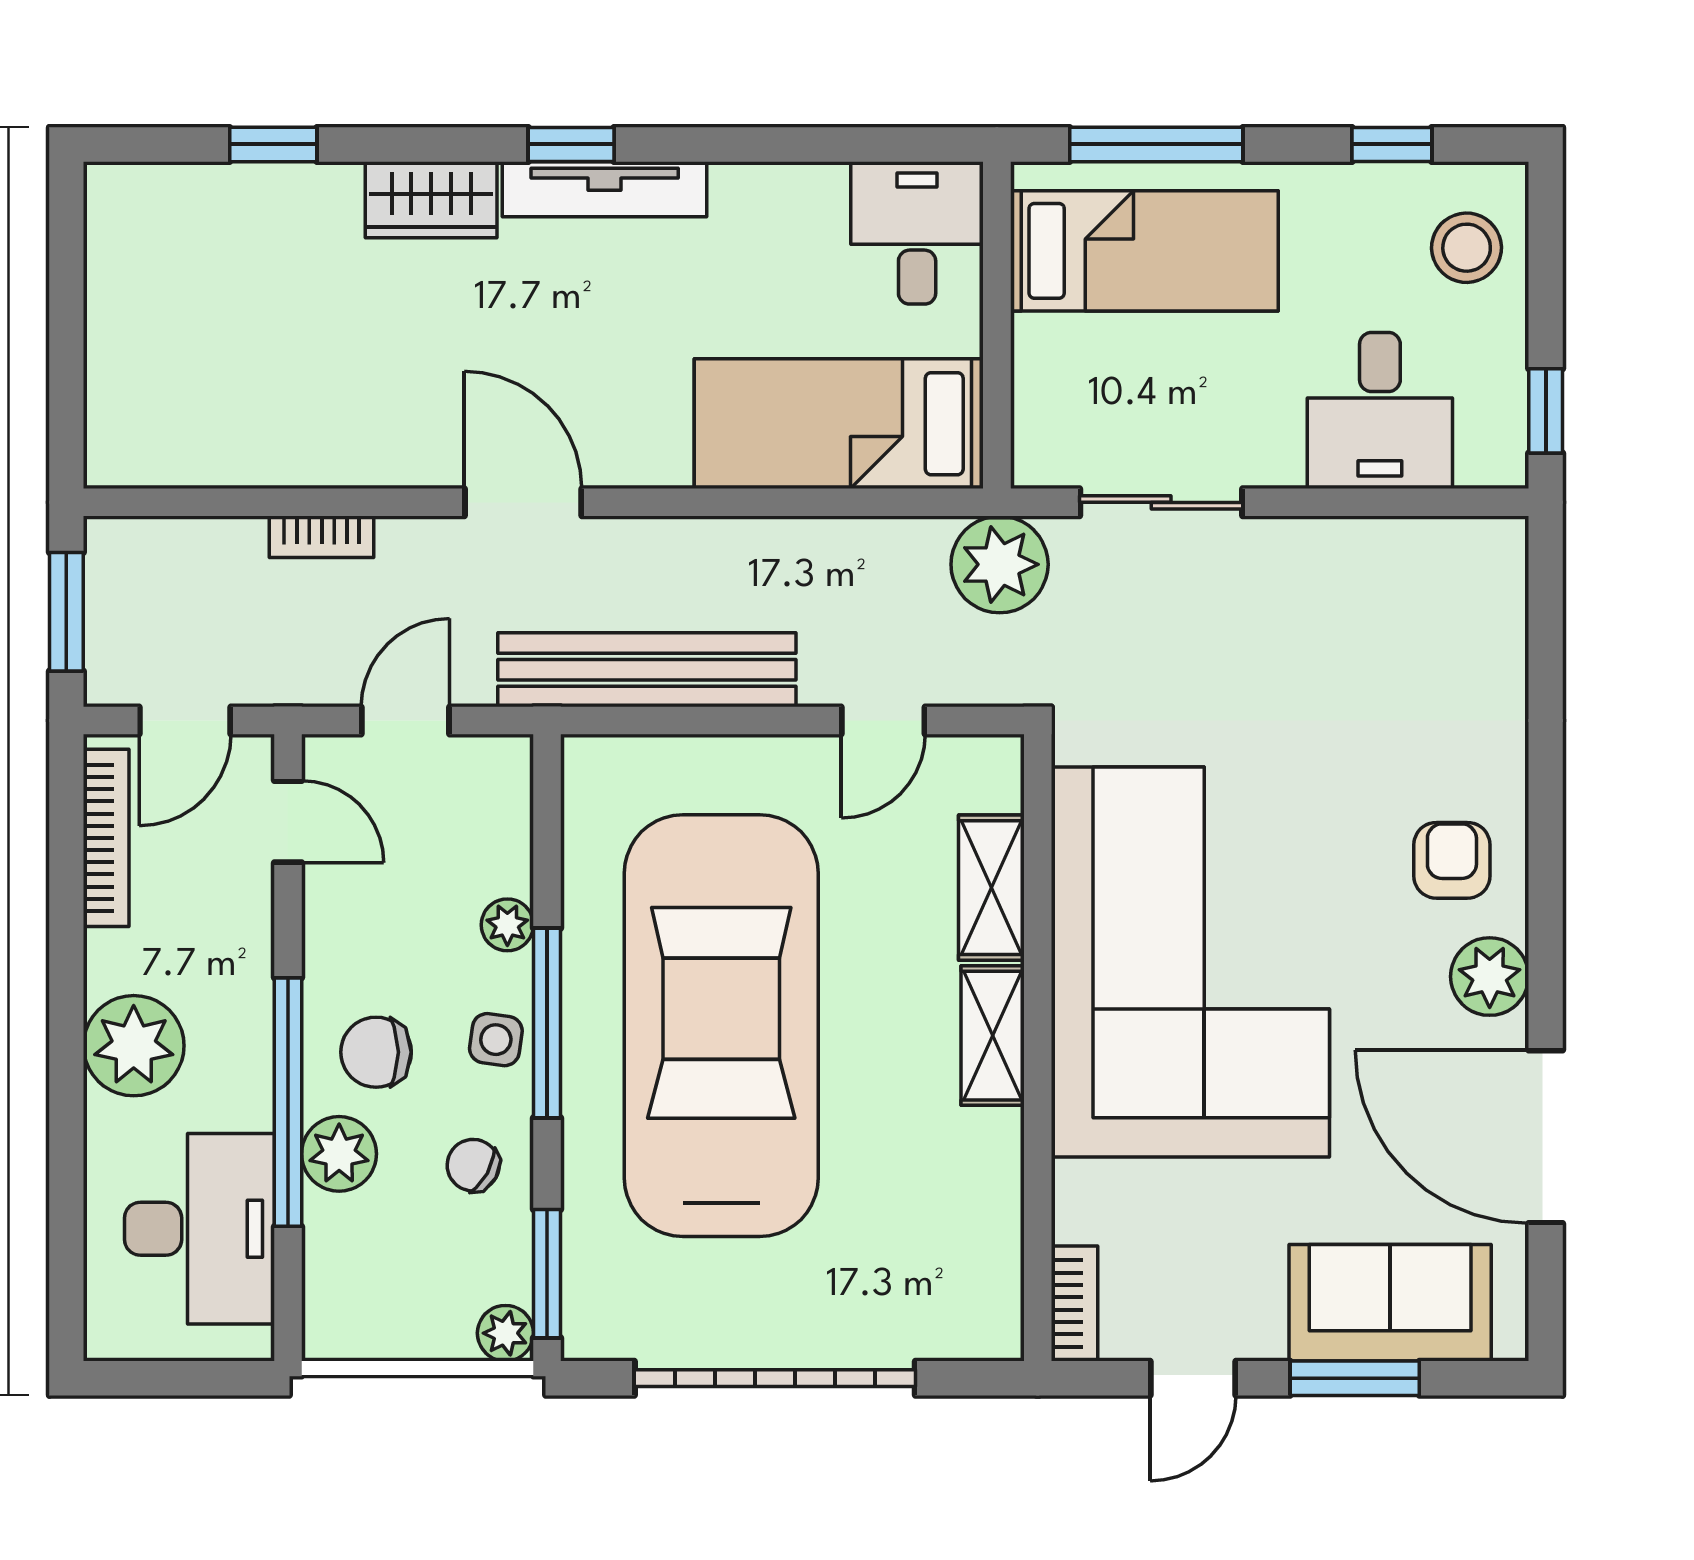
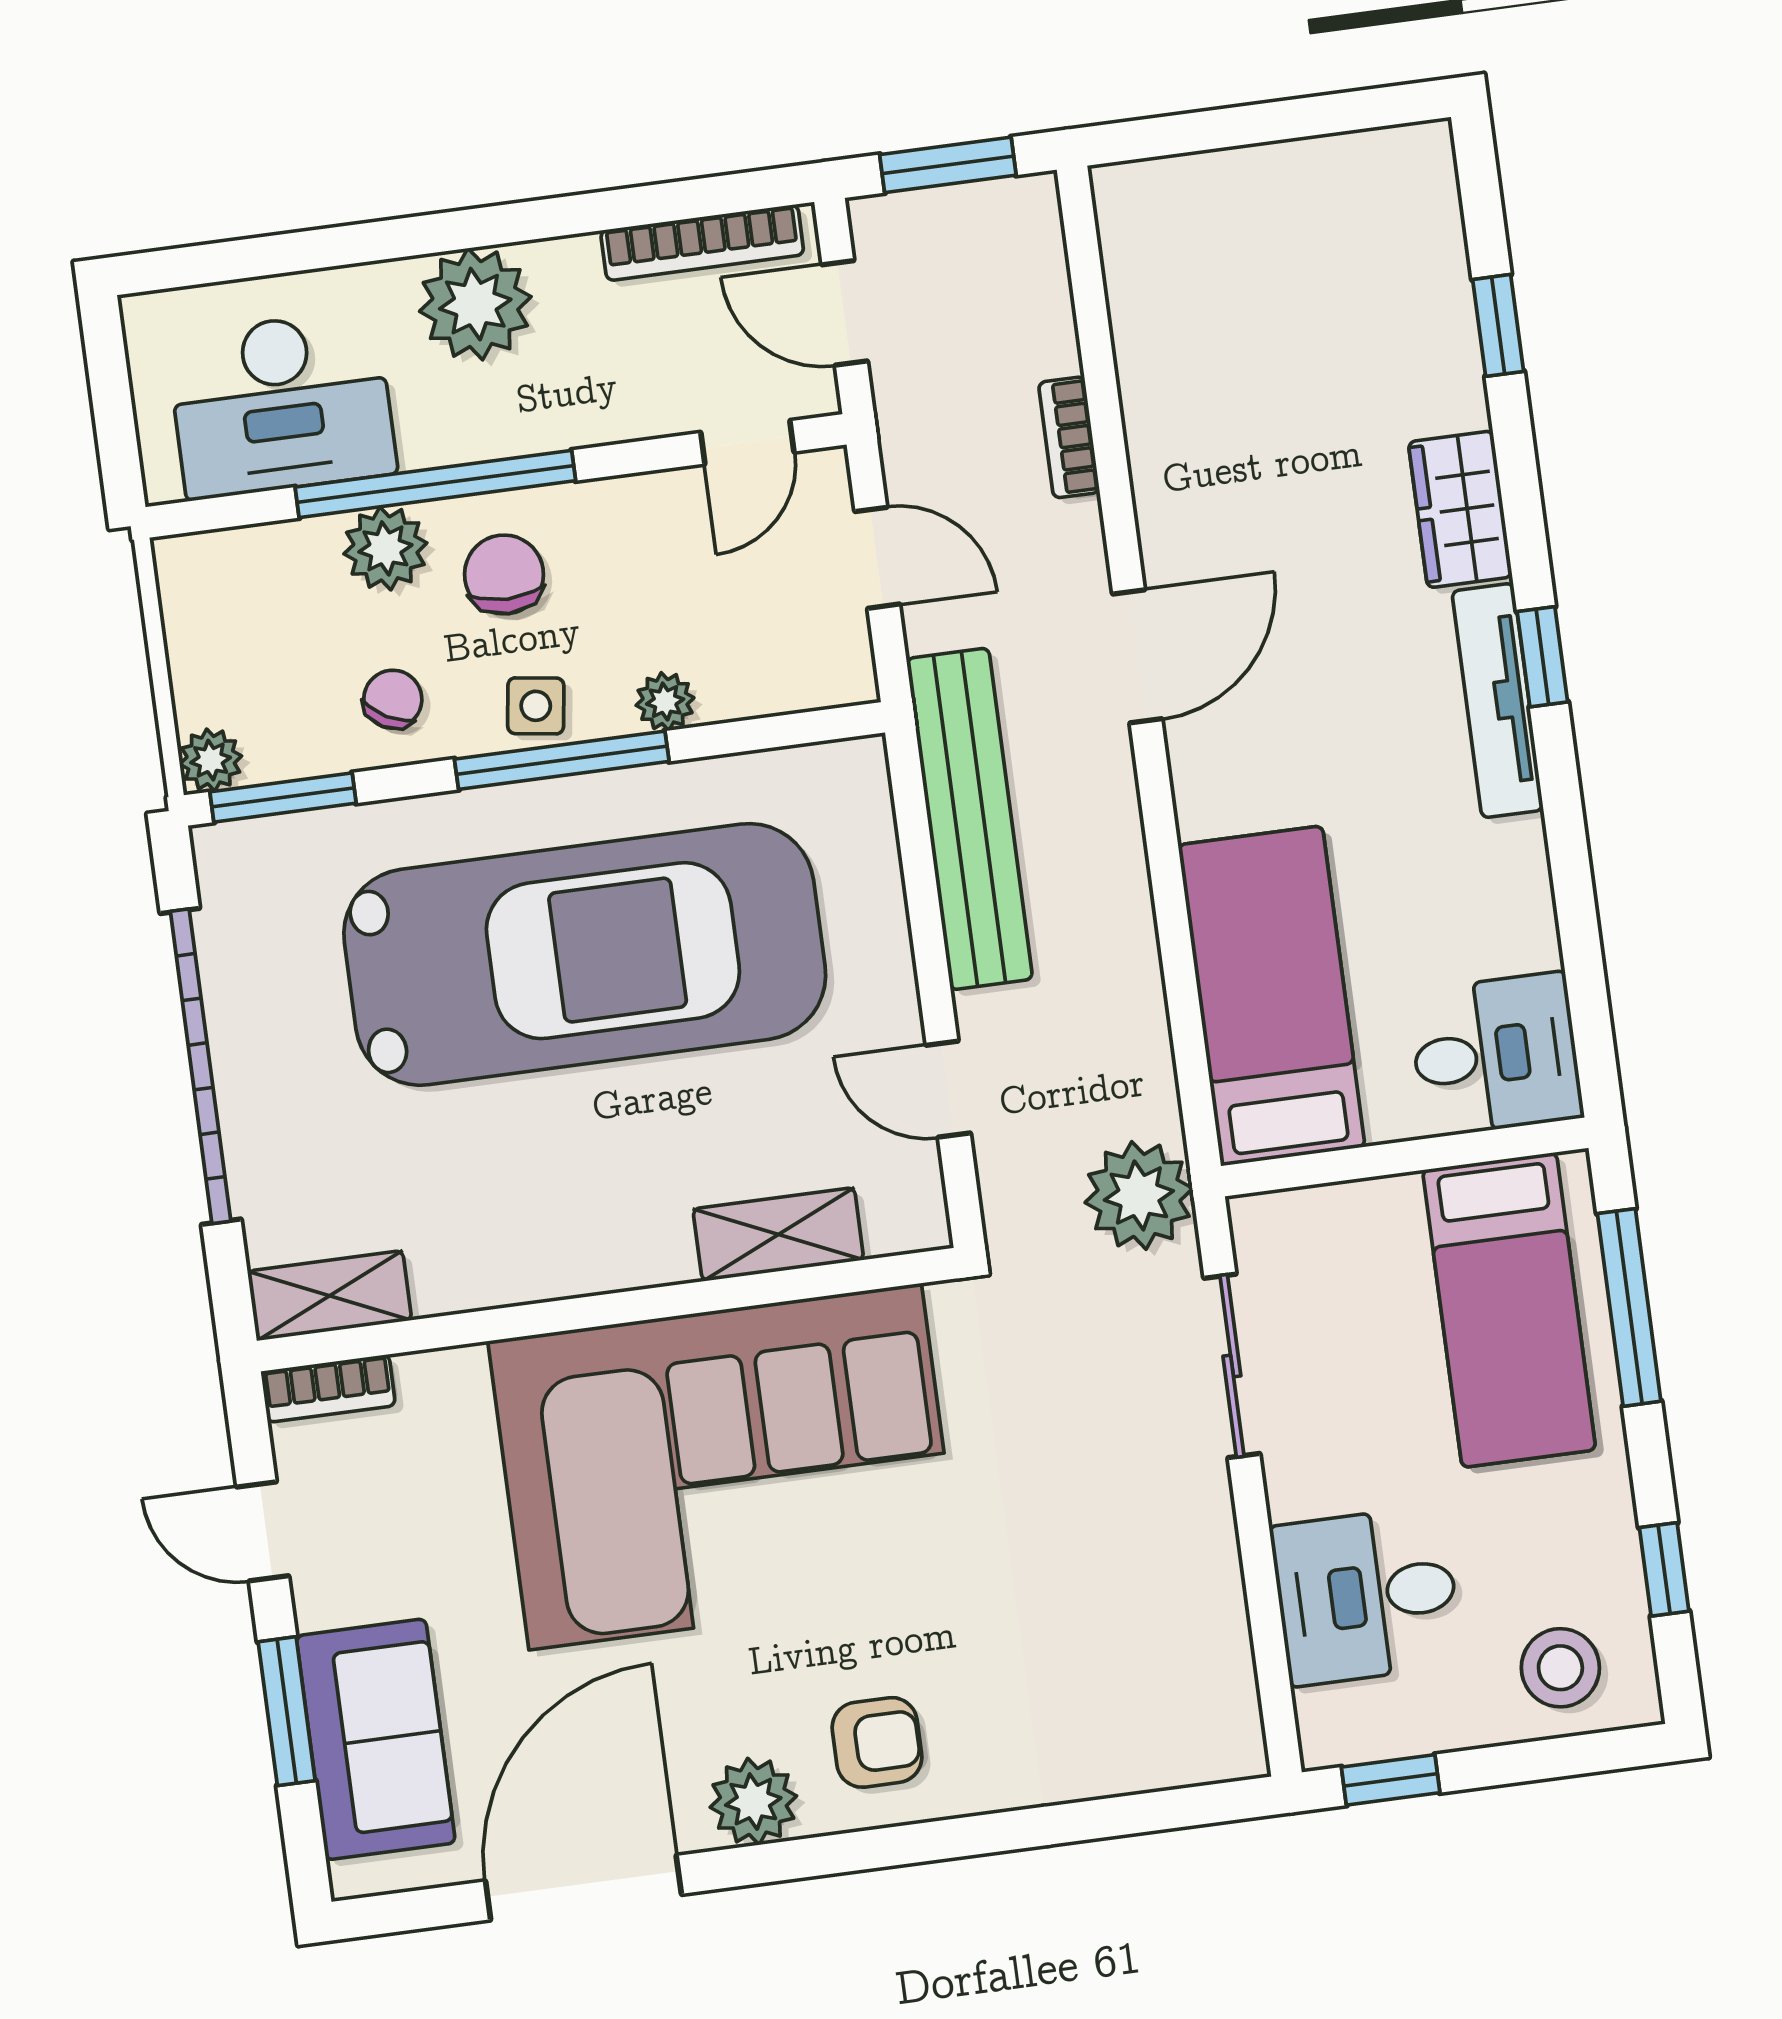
shelving: (993, 1036) -> (330, 1296), moved

